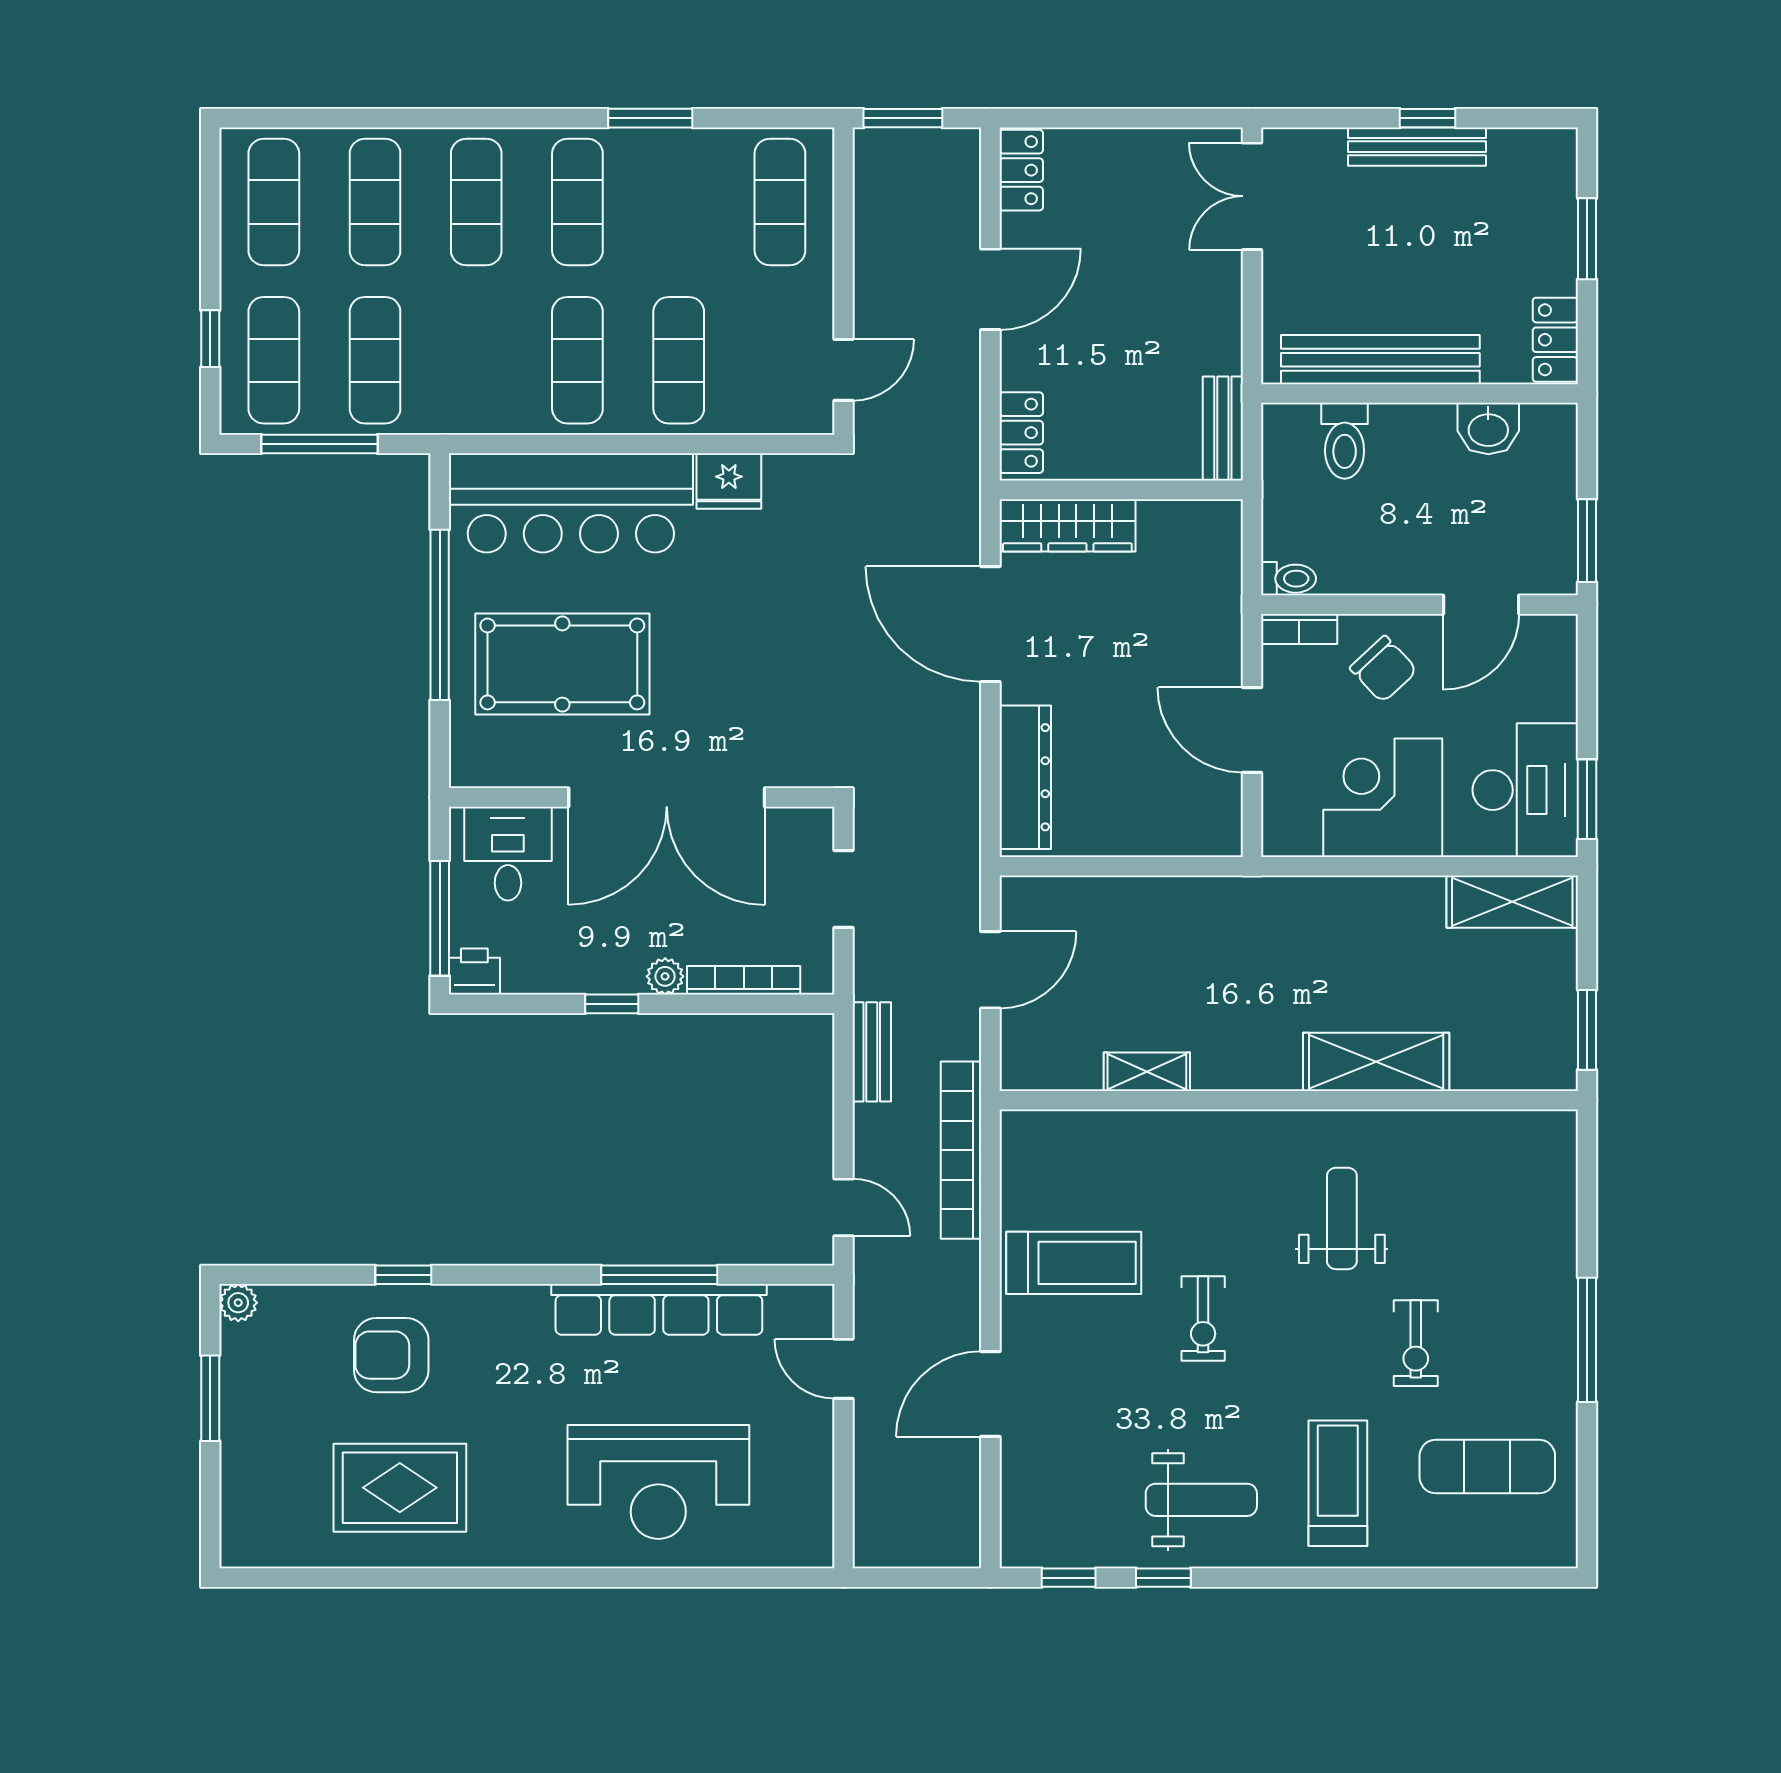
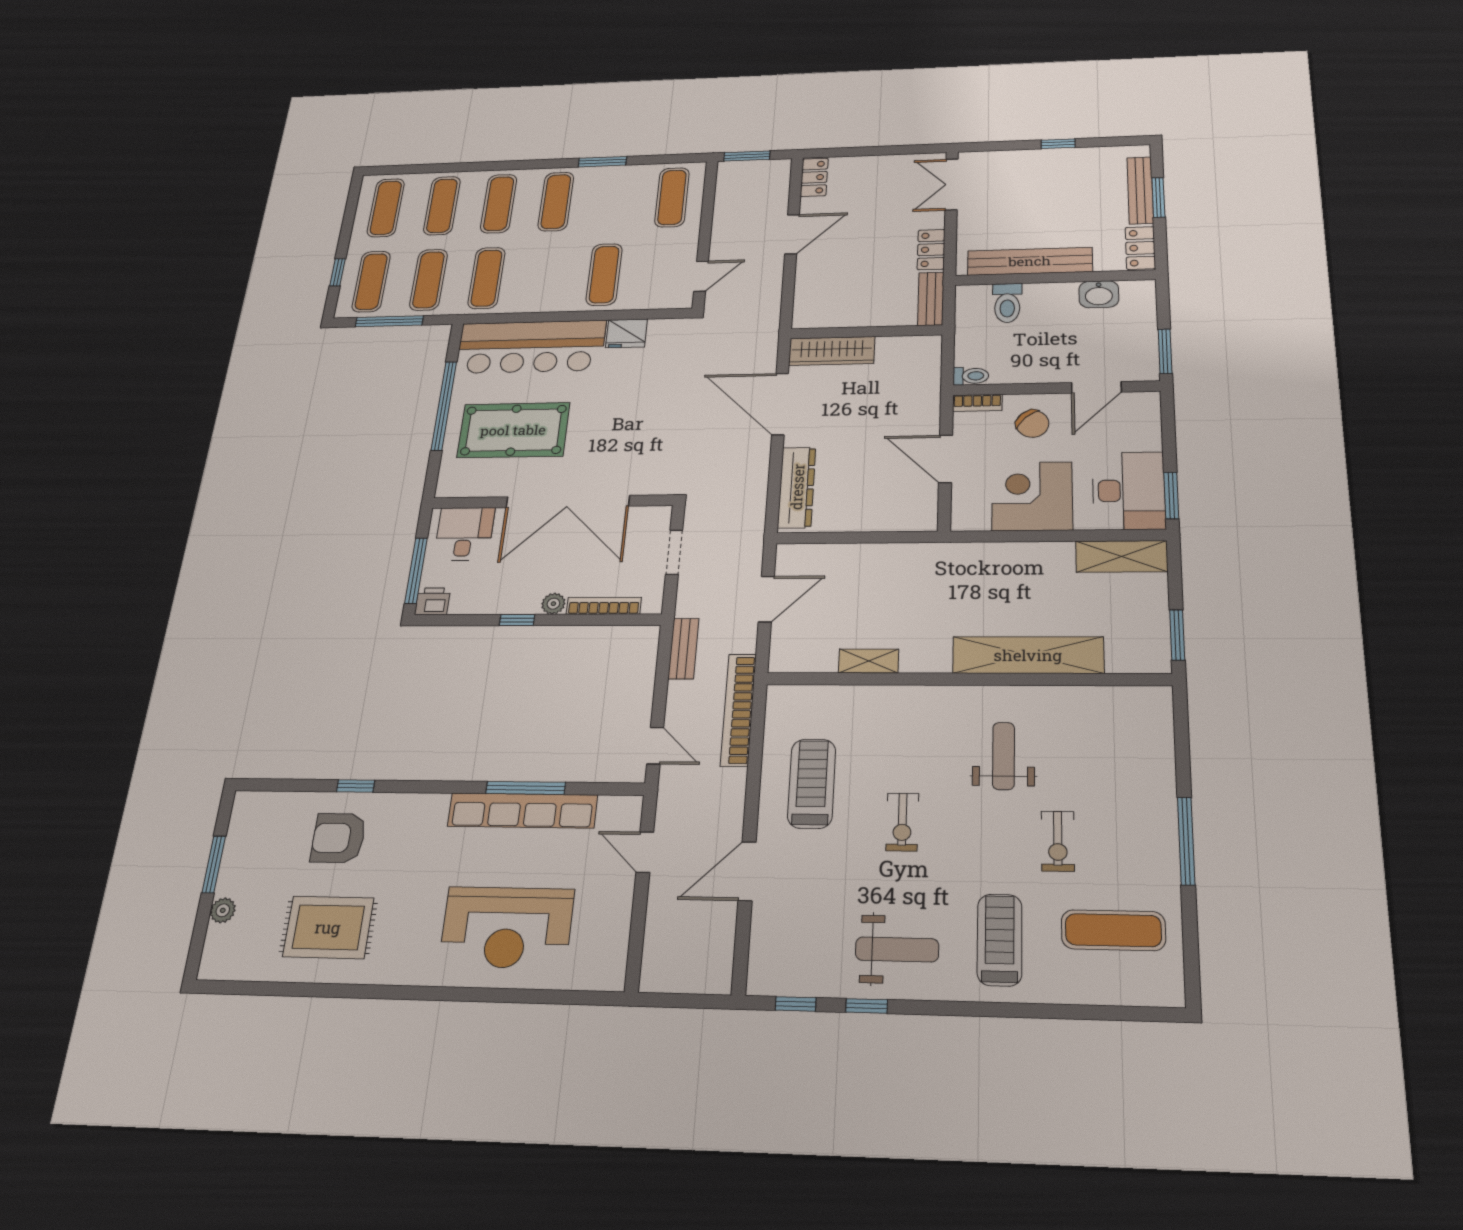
bench: (1417, 147) -> (1140, 190), moved, turned 90
exercise mat: (577, 360) -> (487, 278), moved
locker: (1021, 433) -> (931, 250), moved, turned 180
shelving: (1376, 1062) -> (1028, 655), width x1.47
treadmill: (1074, 1263) -> (812, 783), turned -90
plant: (238, 1303) -> (223, 910), moved

